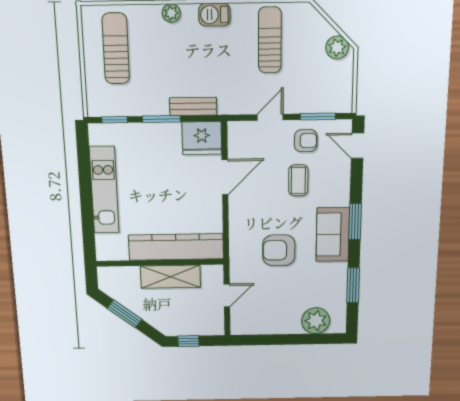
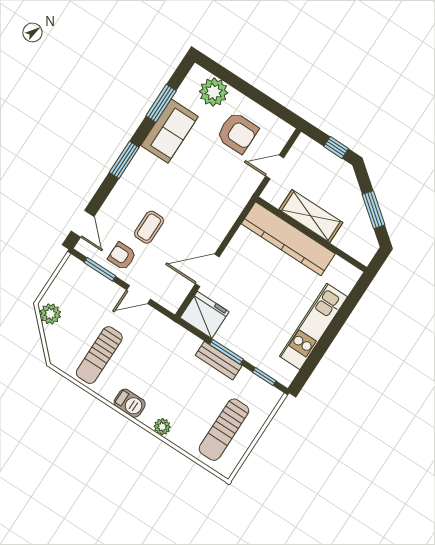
bench: (193, 106) -> (219, 361), moved
sofa: (333, 235) -> (169, 131), moved
armchair: (279, 250) -> (237, 133), moved

